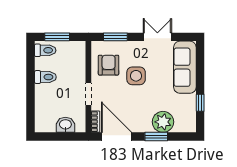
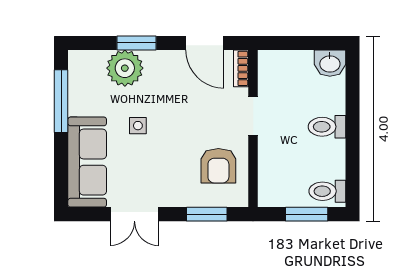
side table: (136, 76) -> (138, 126), moved, width x0.54, depth x0.54
toilet: (45, 77) -> (327, 127), moved
window: (200, 103) -> (61, 101), width x2.17
washbasin: (65, 125) -> (330, 63), moved
door: (116, 137) -> (205, 43), width x0.73

